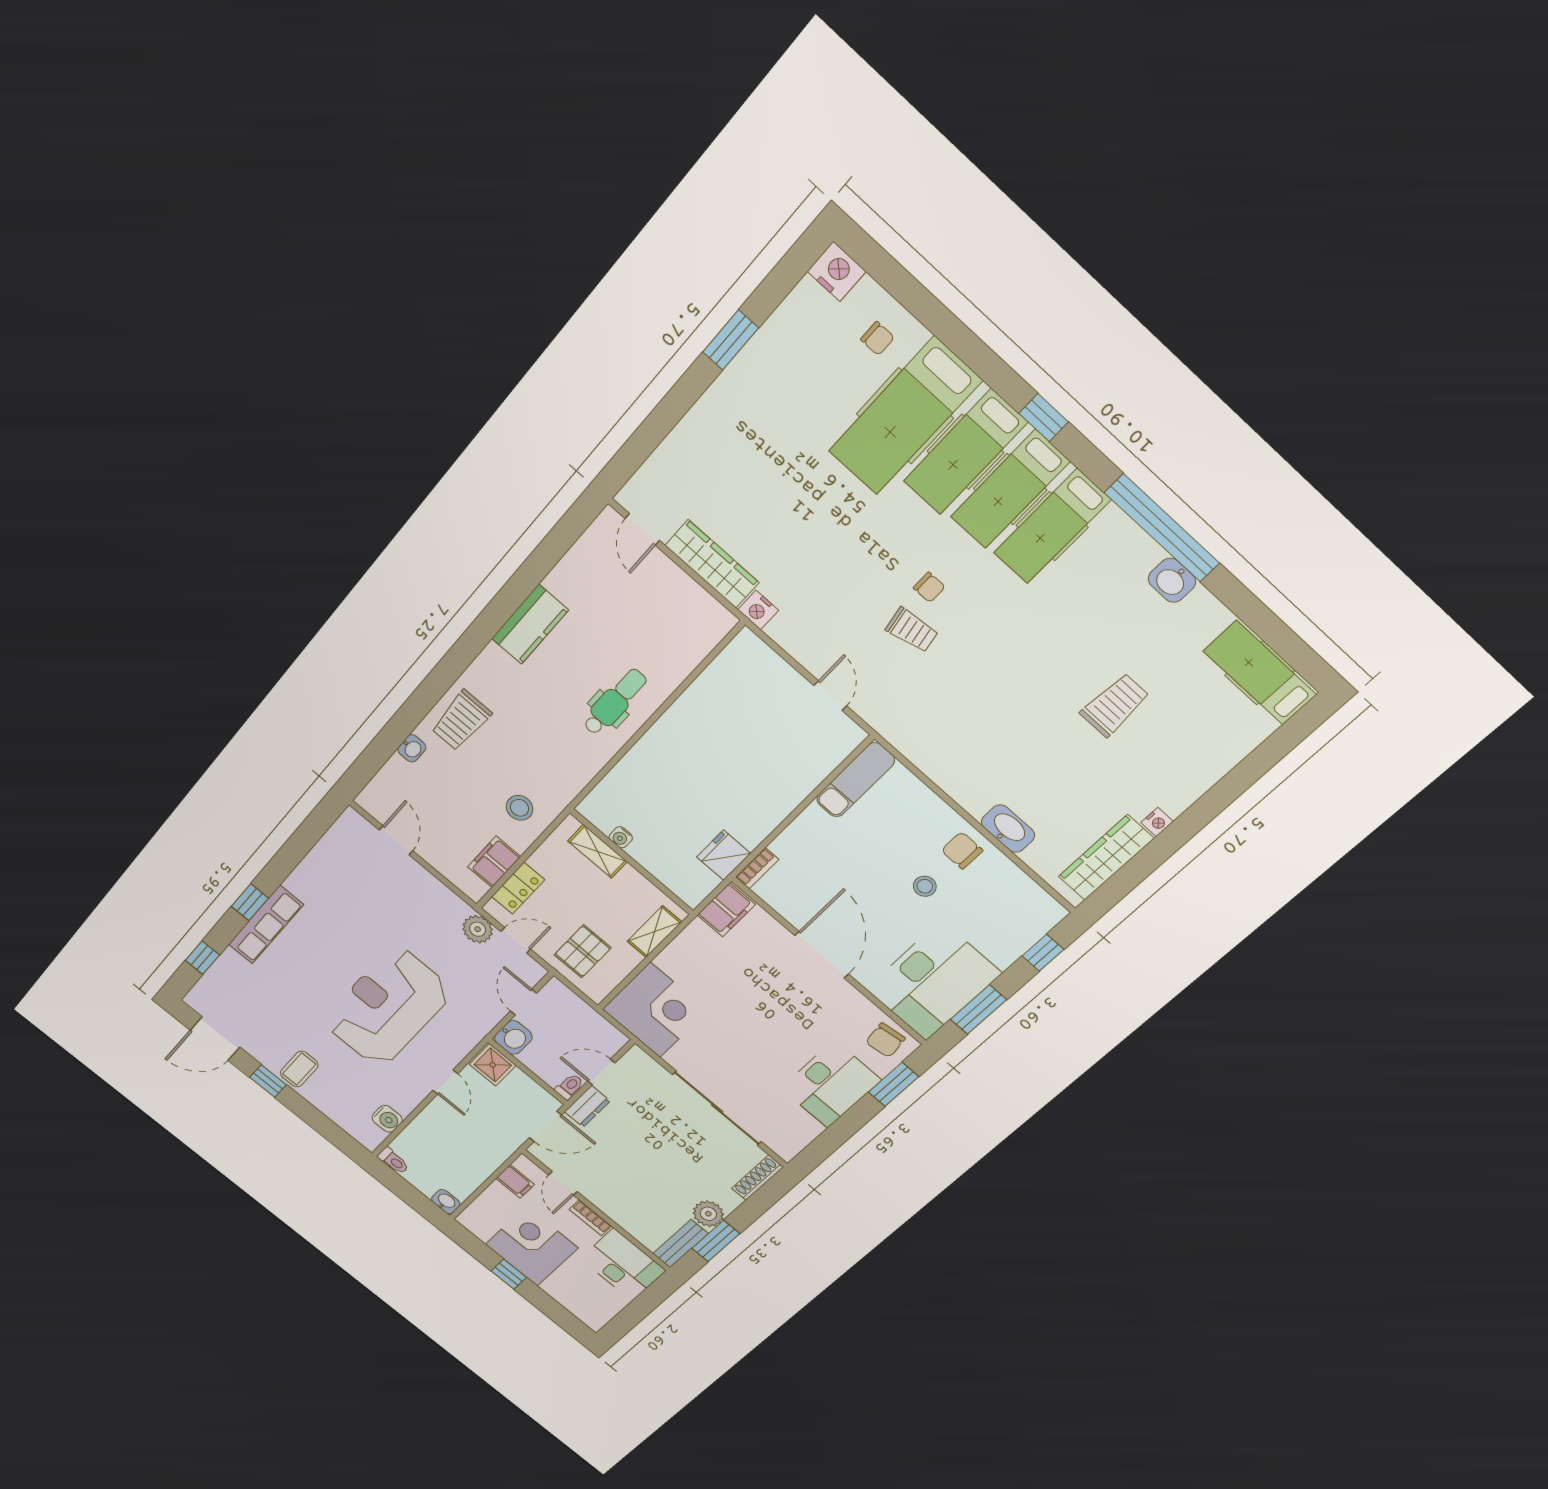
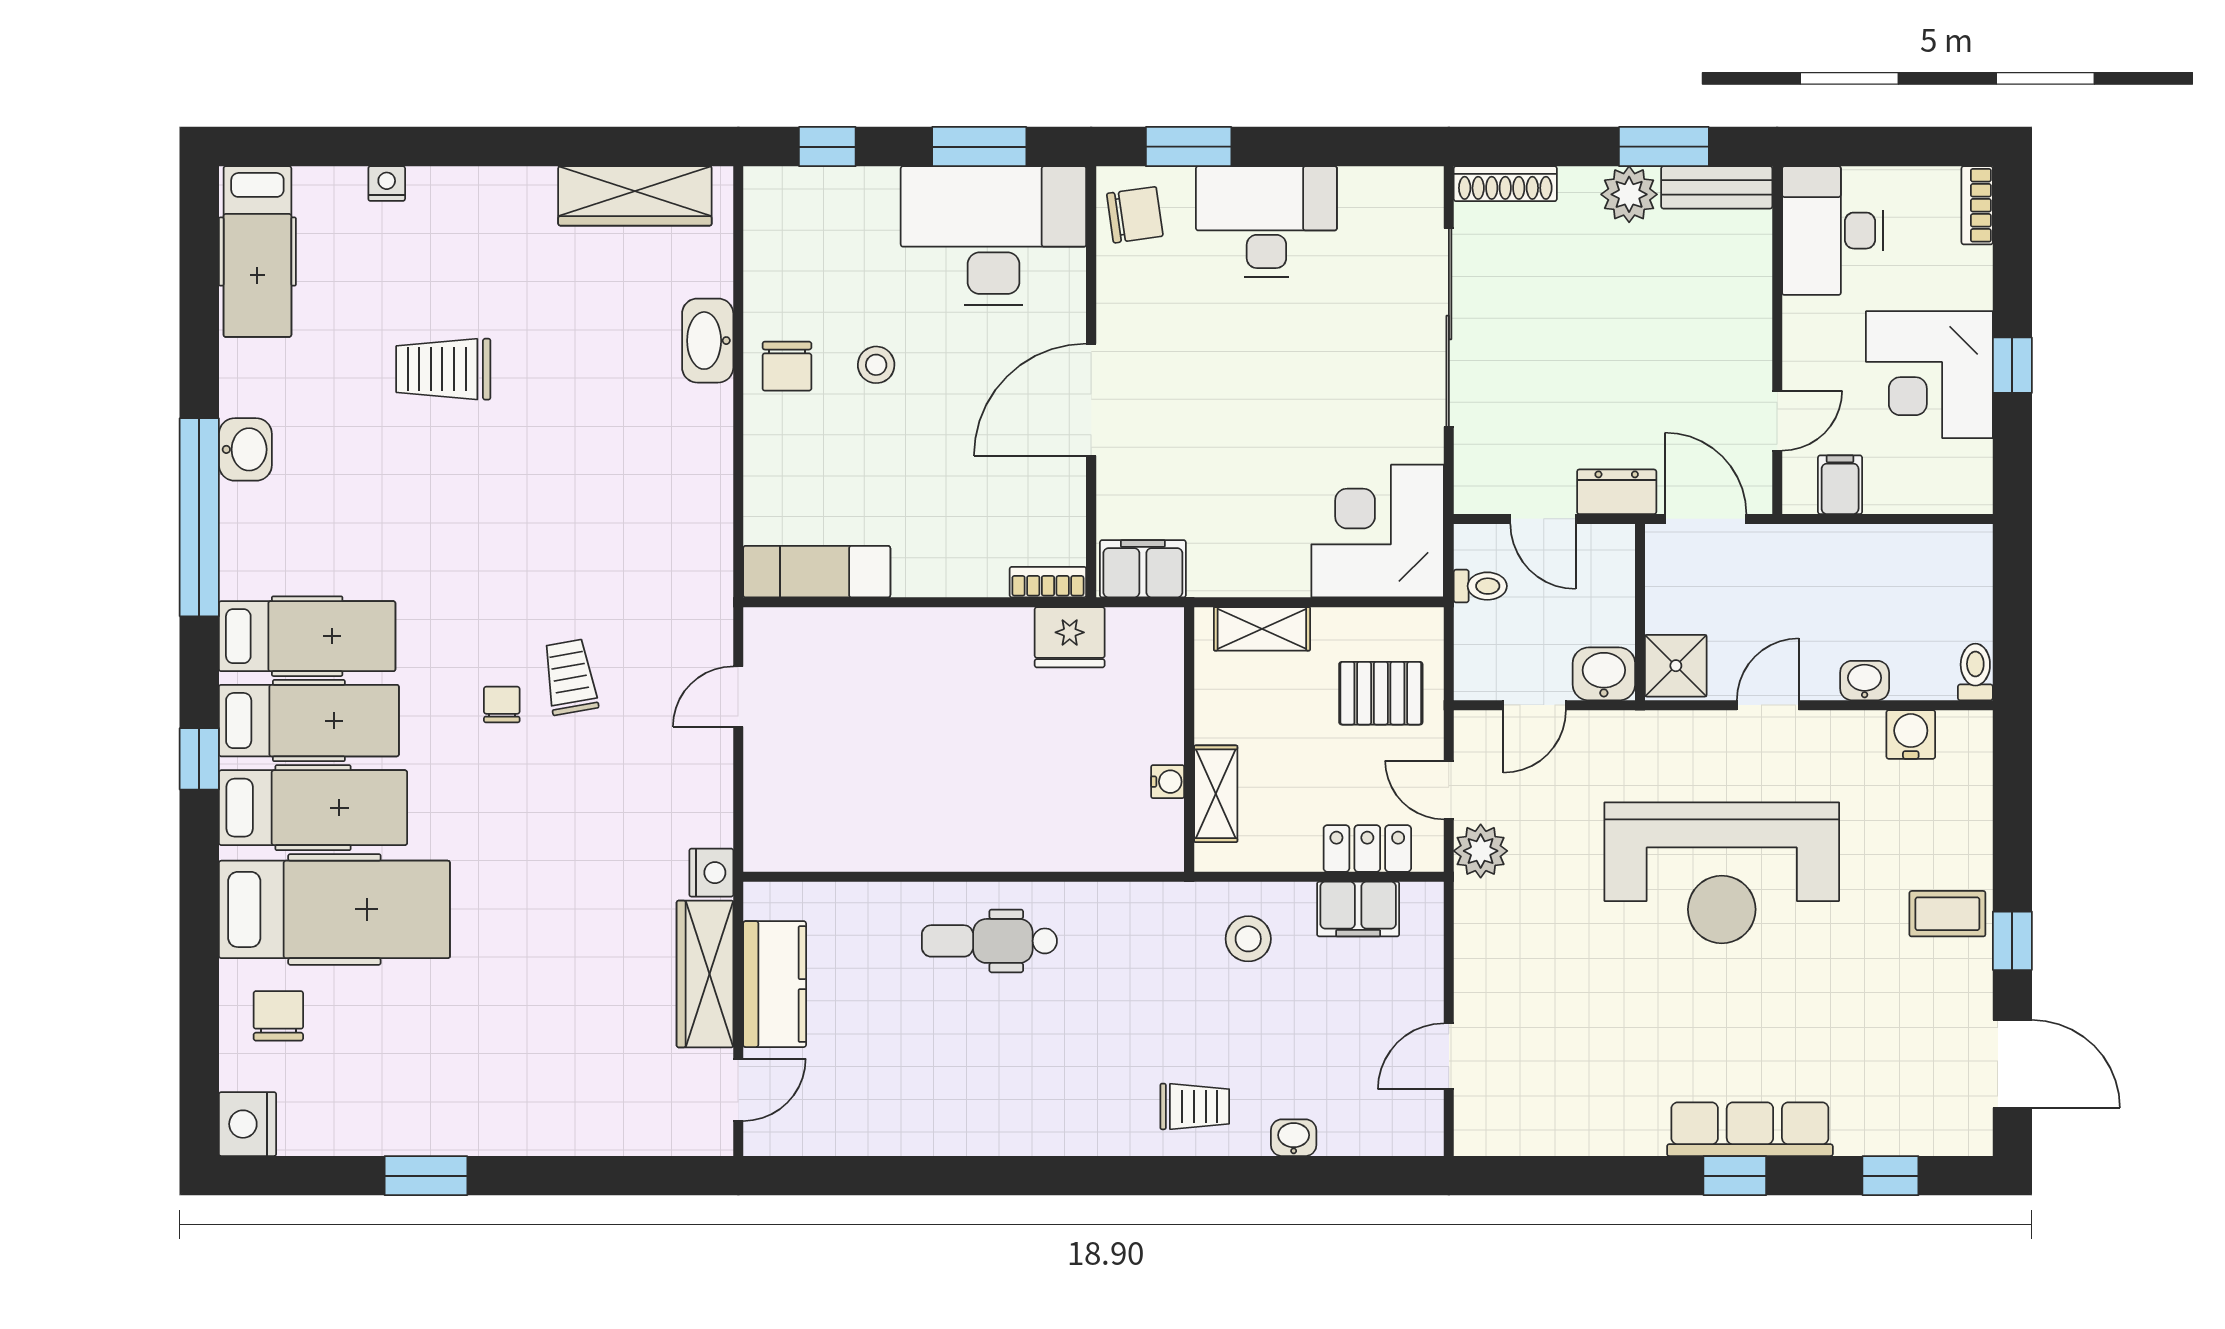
chair: (878, 339) -> (278, 1016), width x1.37, depth x1.37
kitchen counter: (530, 624) -> (775, 984), moved, turned 90
trolley: (461, 721) -> (1195, 1106), width x0.73, depth x0.72
nightstand: (1157, 822) -> (387, 184), moved
toilet: (569, 1087) -> (1480, 586), moved, turned 180
washbasin: (446, 1202) -> (1865, 681), moved, turned 90
bookcase: (590, 1218) -> (1977, 205), moved, turned 180

